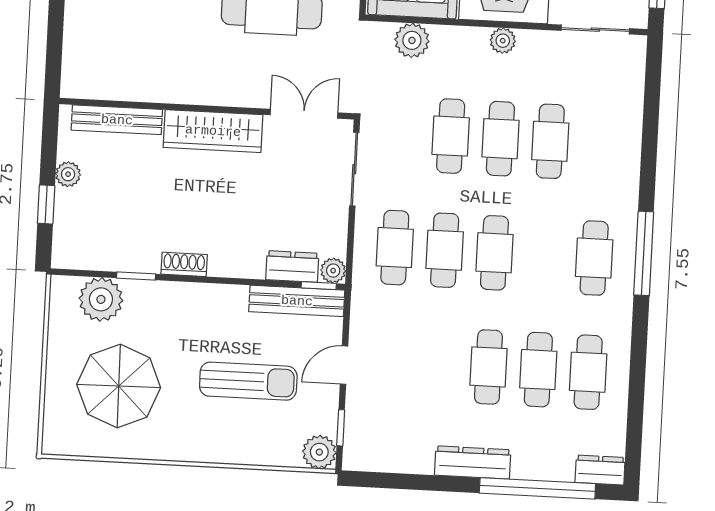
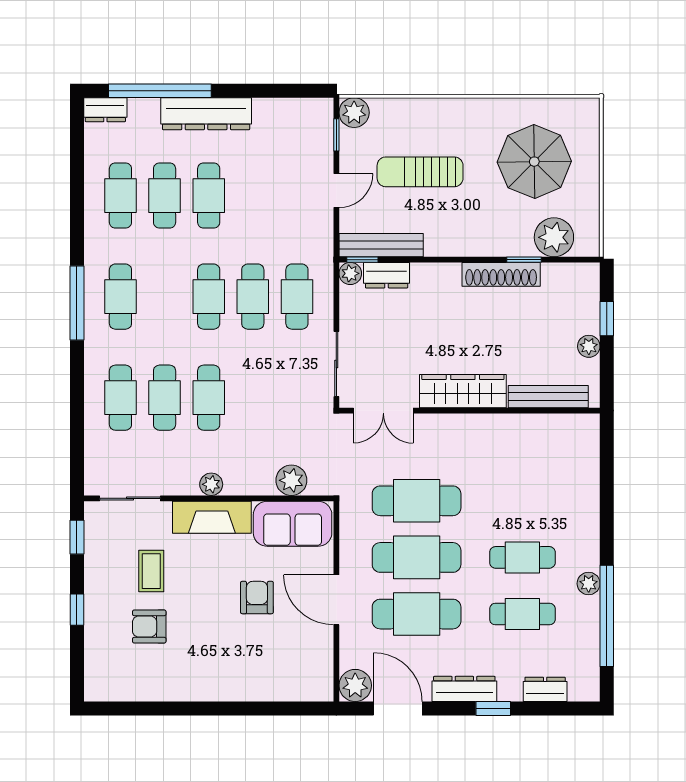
cafe table: (451, 136) -> (120, 398), moved
shoe rack: (184, 264) -> (501, 274), width x1.94, depth x1.24
dresser: (473, 462) -> (206, 114), width x1.37, depth x1.24

